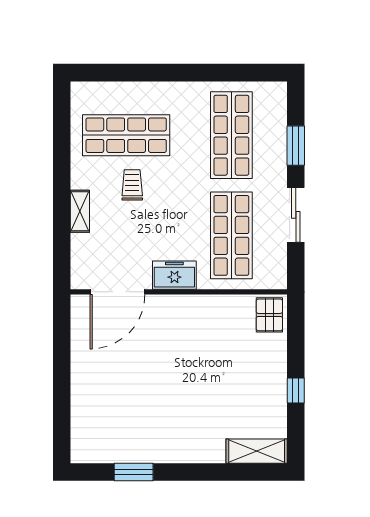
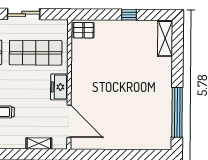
shelving: (80, 211) -> (39, 144), moved
window: (134, 472) -> (177, 112), width x2.11

